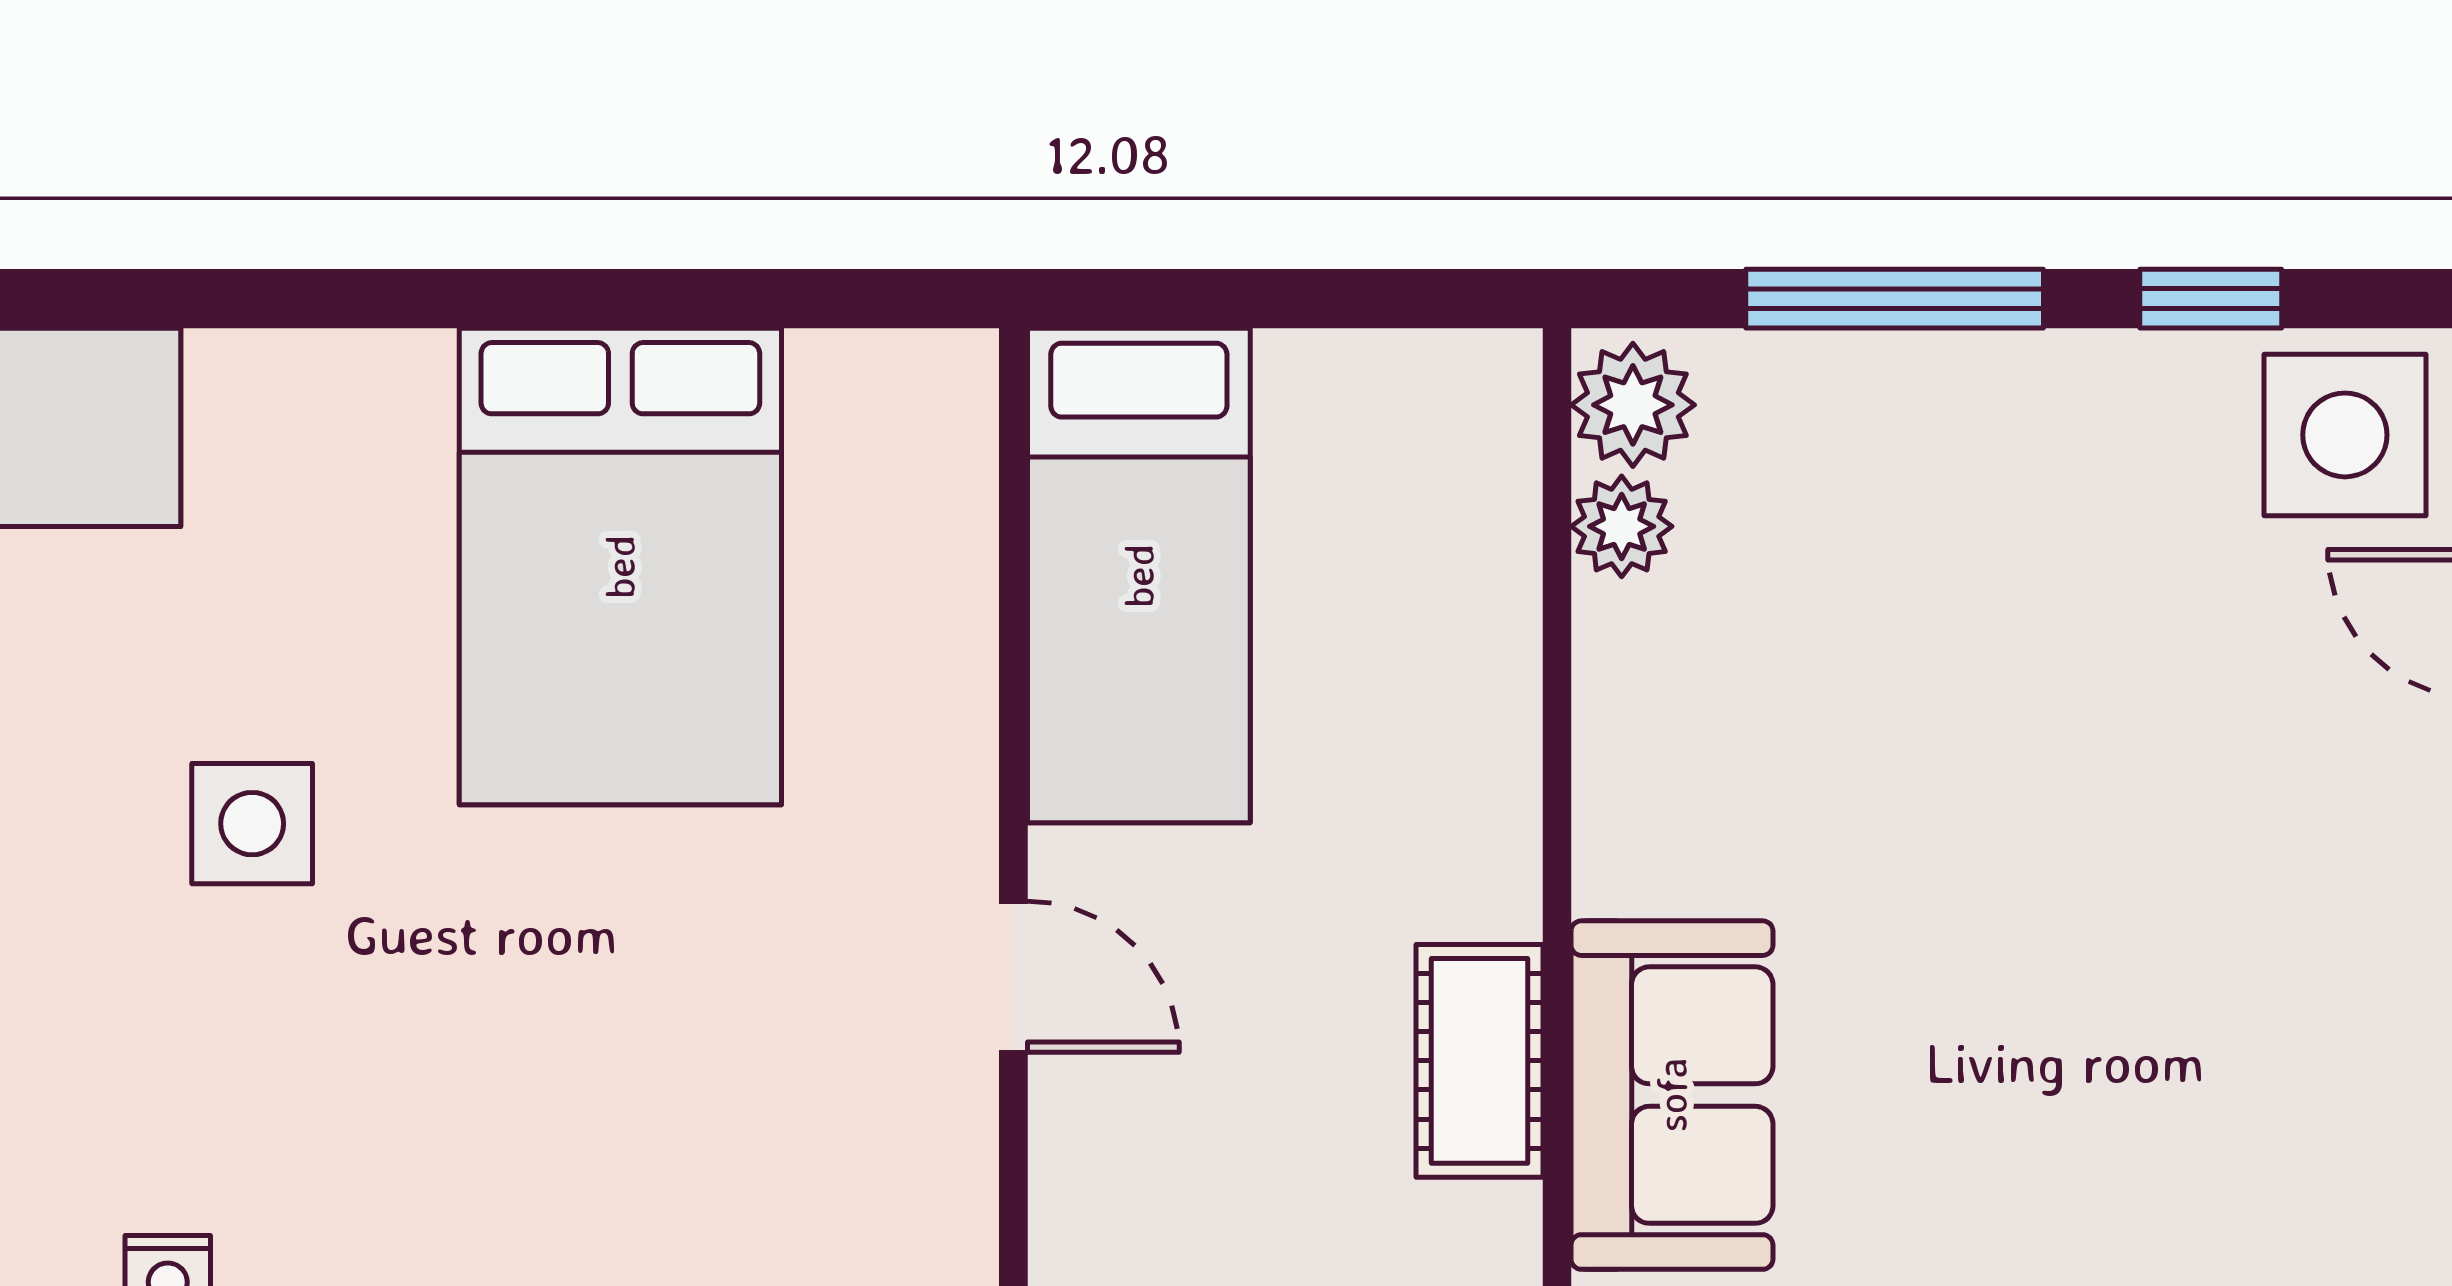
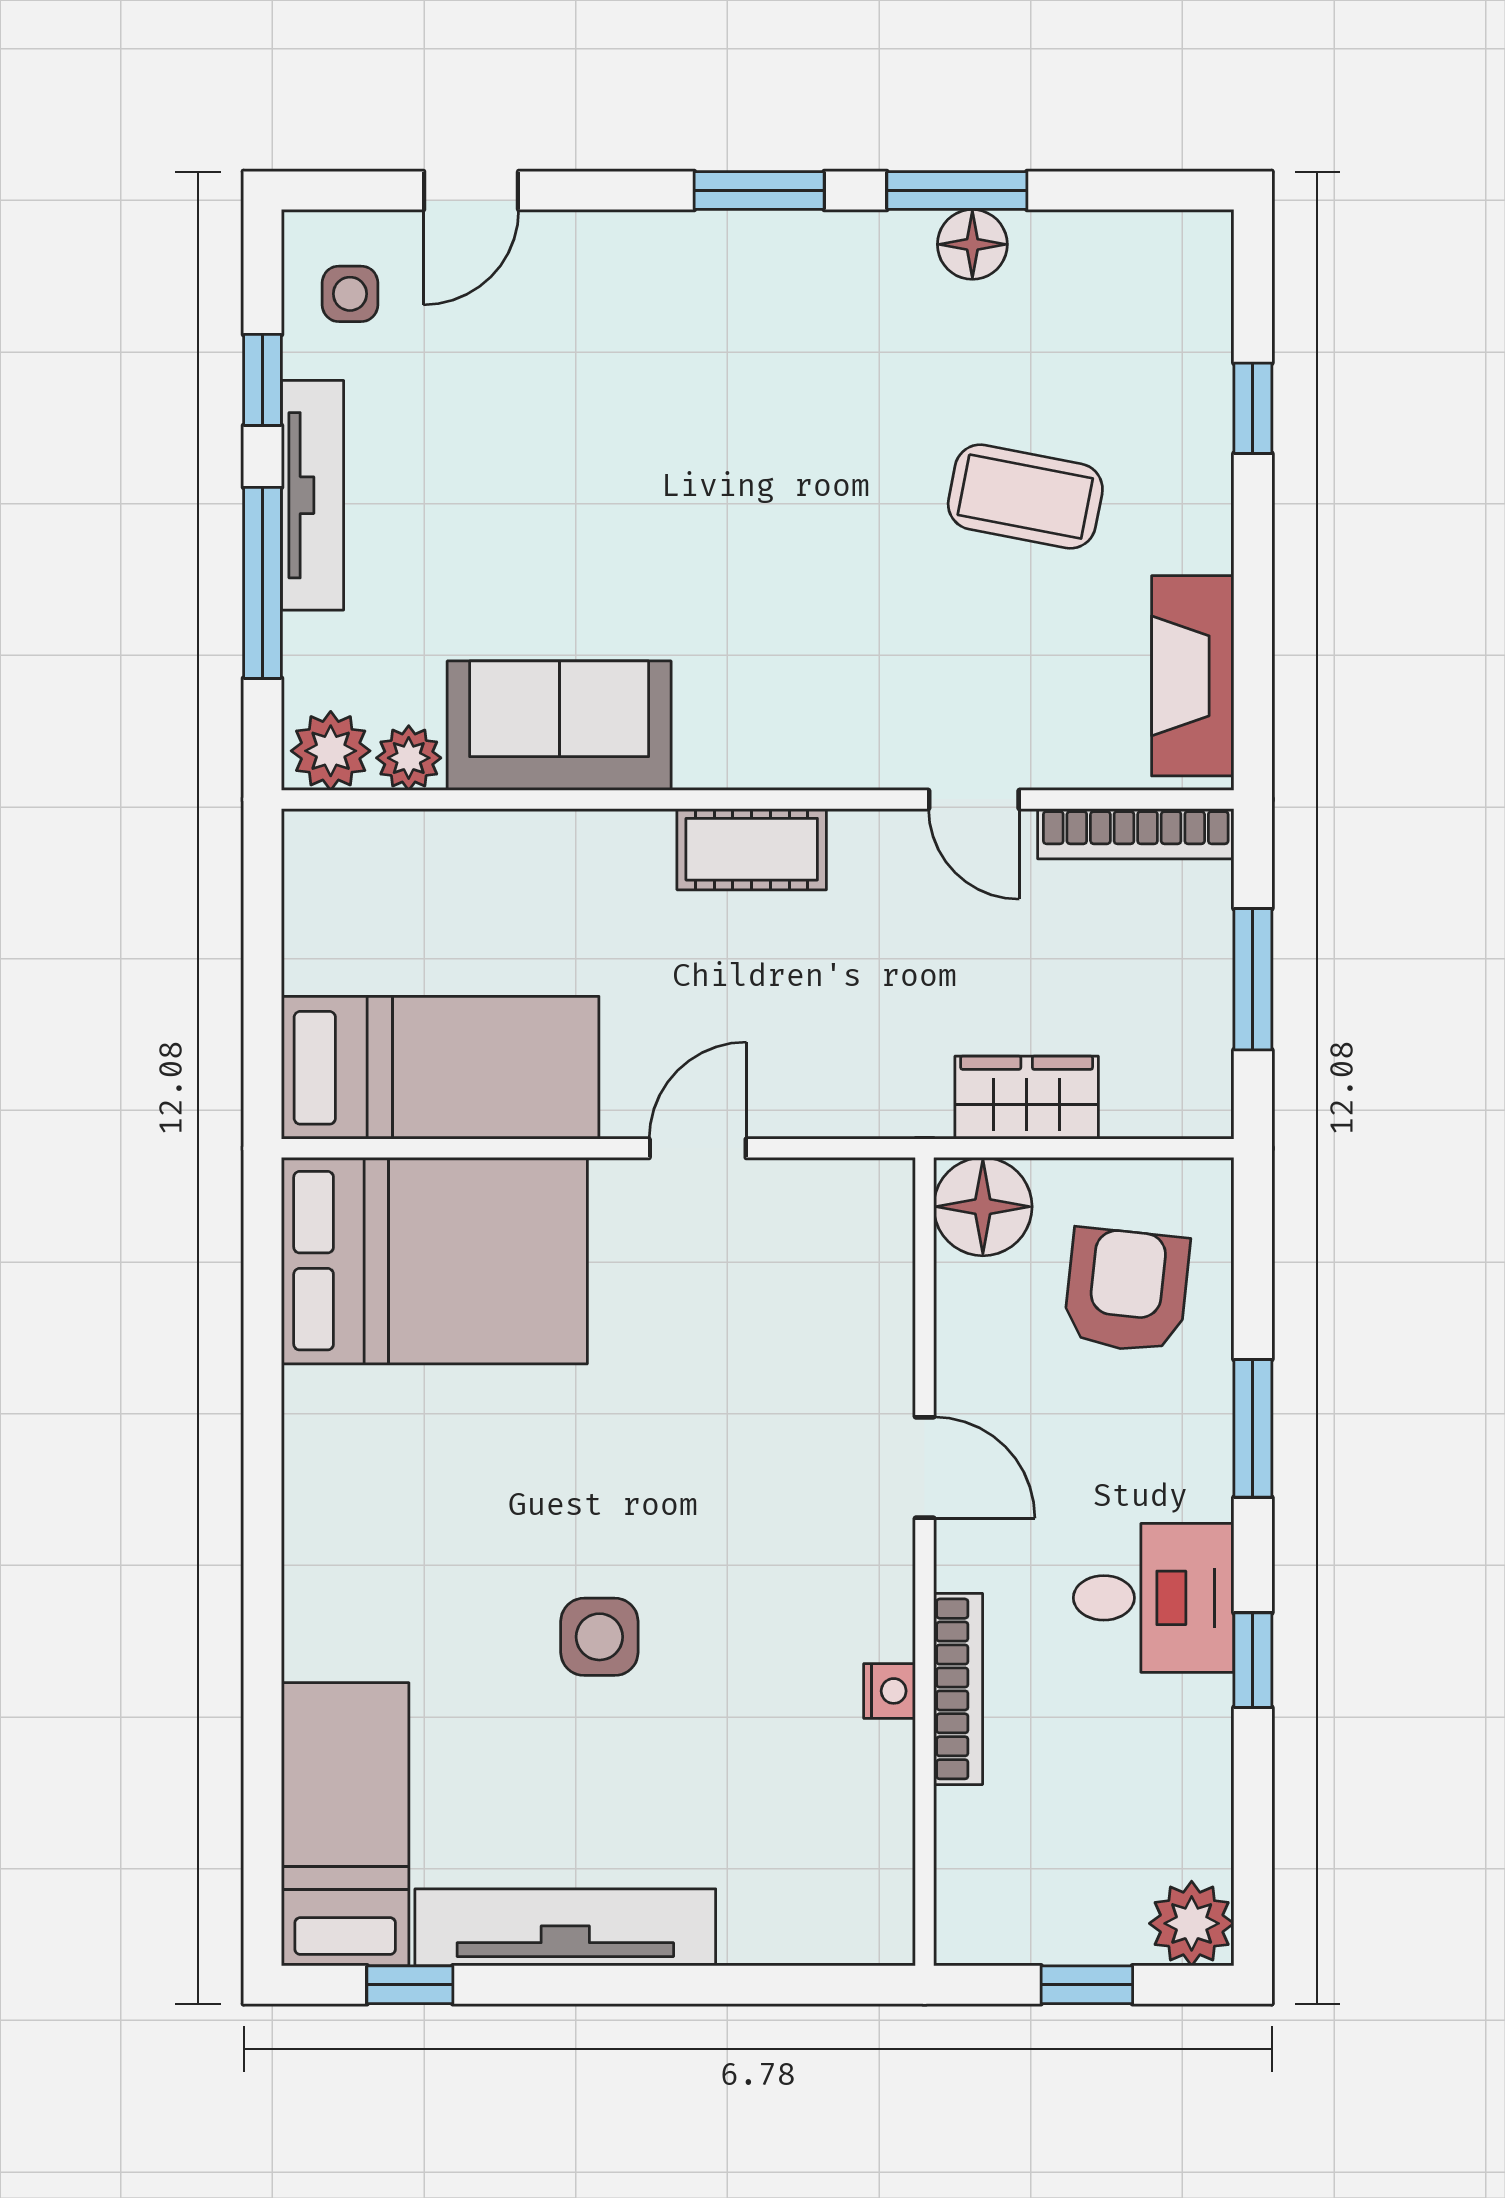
tv unit: (2031, 377) -> (313, 495), added
side table: (2345, 435) -> (350, 294), width x0.54, depth x0.54
bed: (620, 567) -> (434, 1261), moved
sofa: (1672, 1095) -> (559, 726), moved

